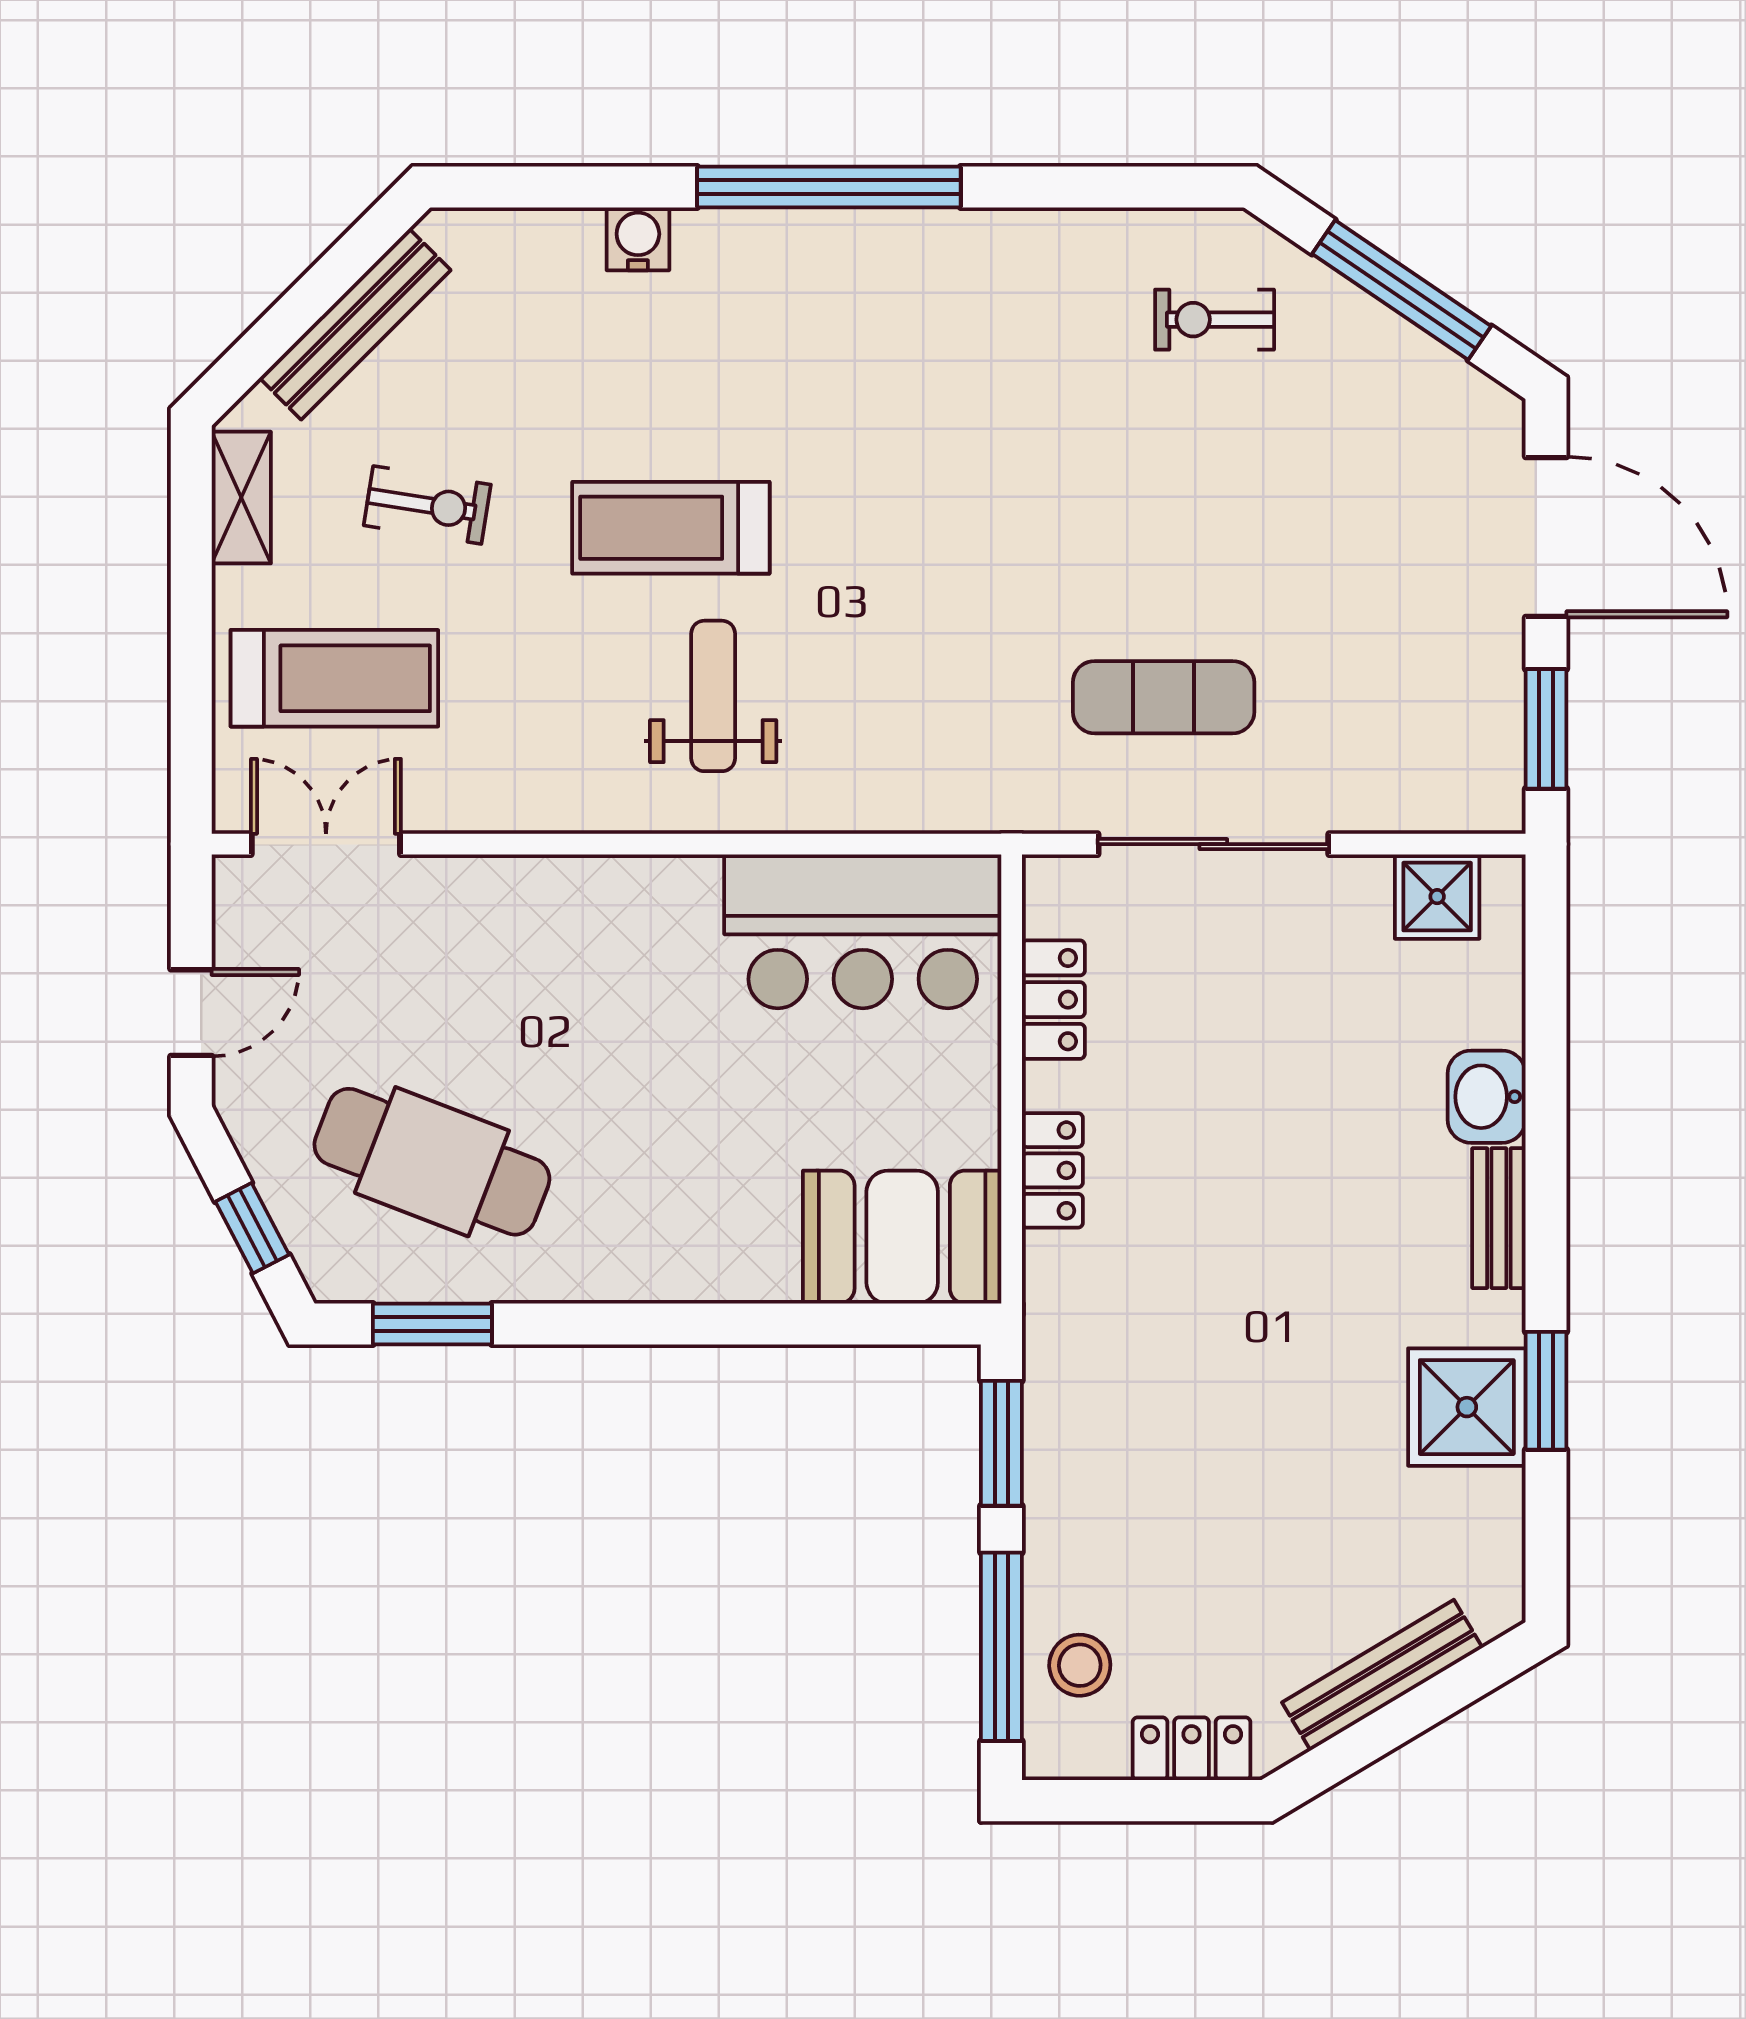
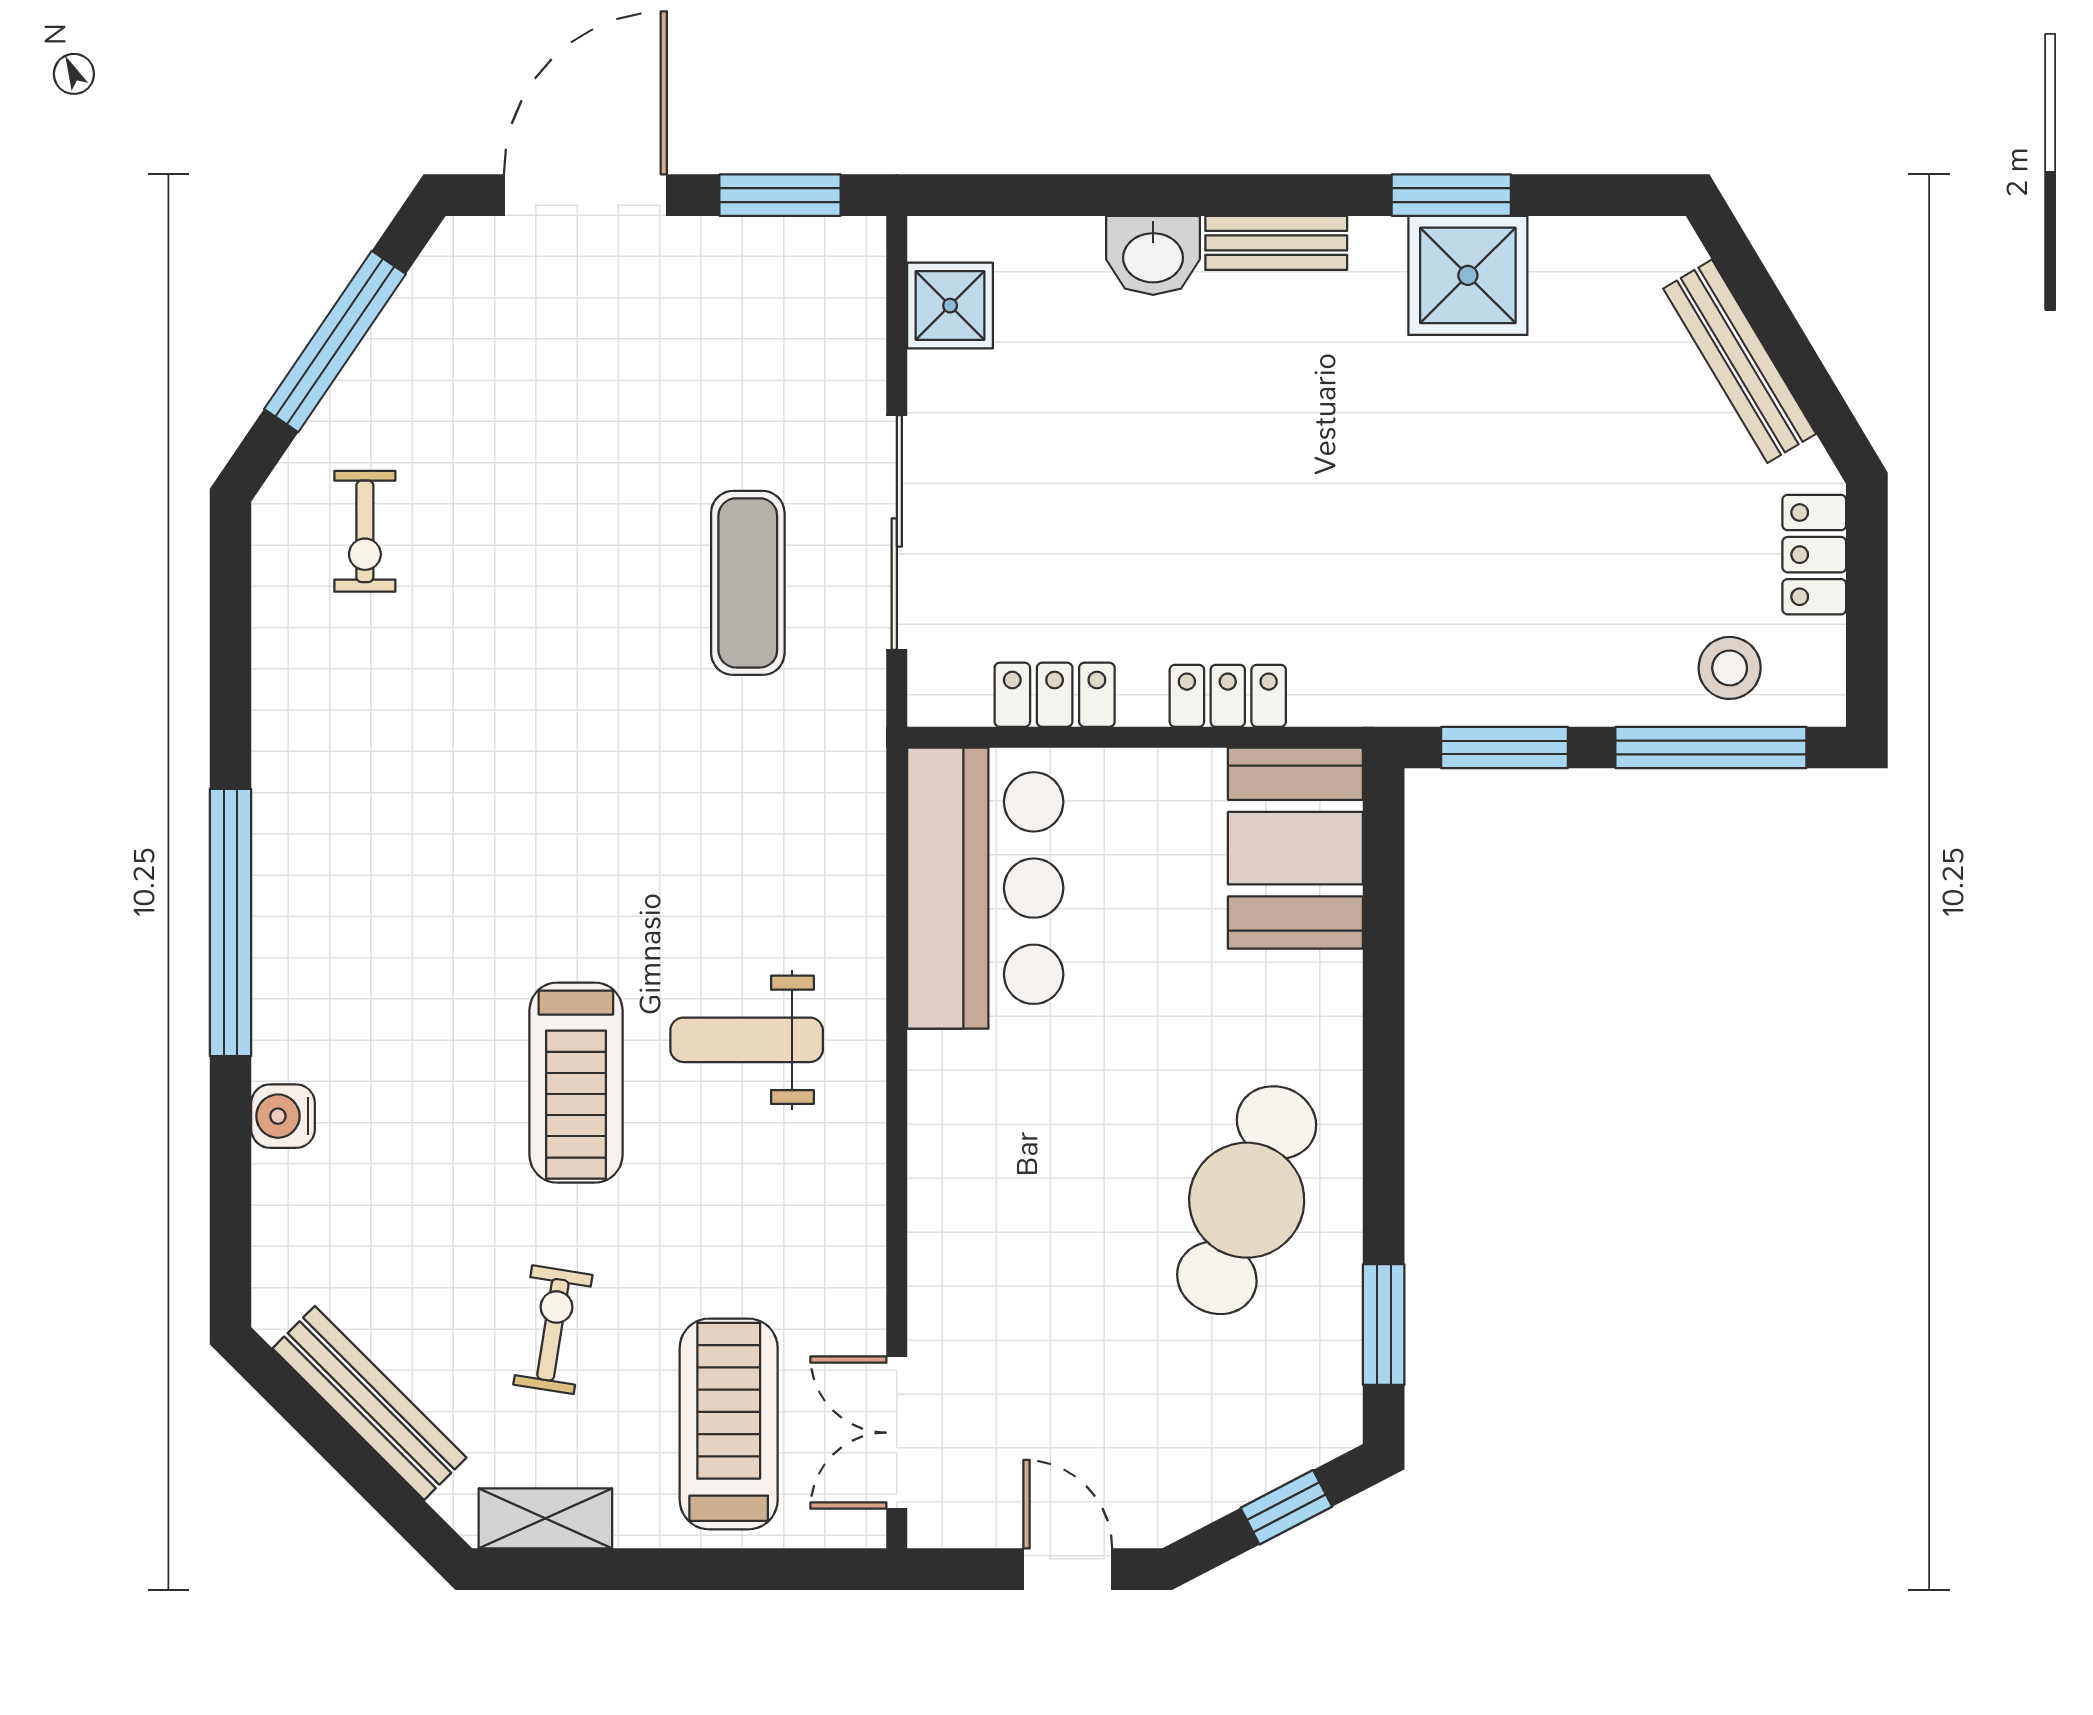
cafe table: (432, 1162) -> (1247, 1200), moved

